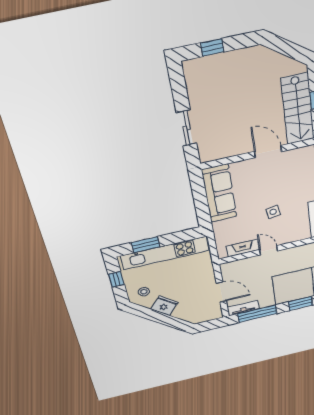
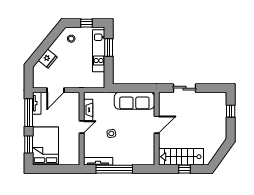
door: (268, 152) -> (157, 125), moved
kitchen unit: (165, 253) -> (99, 51), width x0.73
fridge: (164, 306) -> (48, 59), moved

